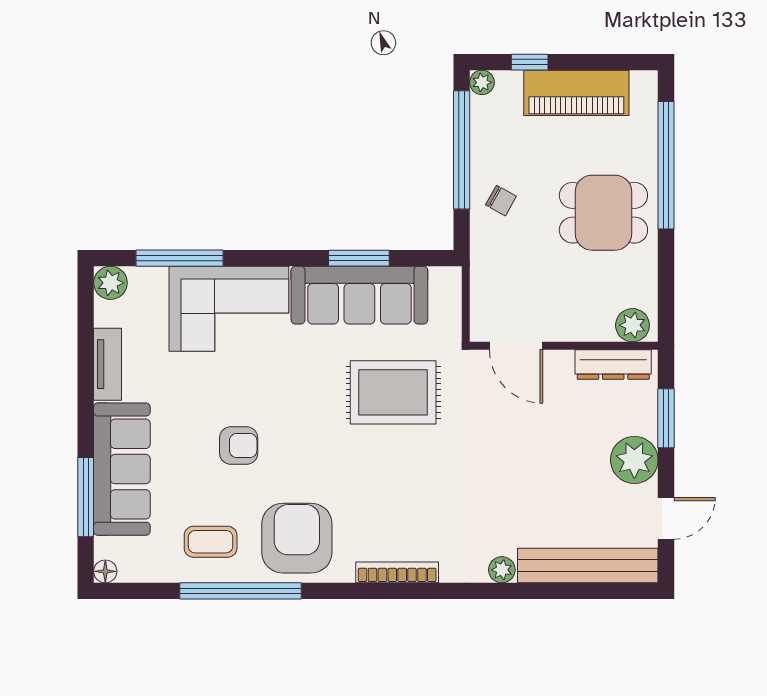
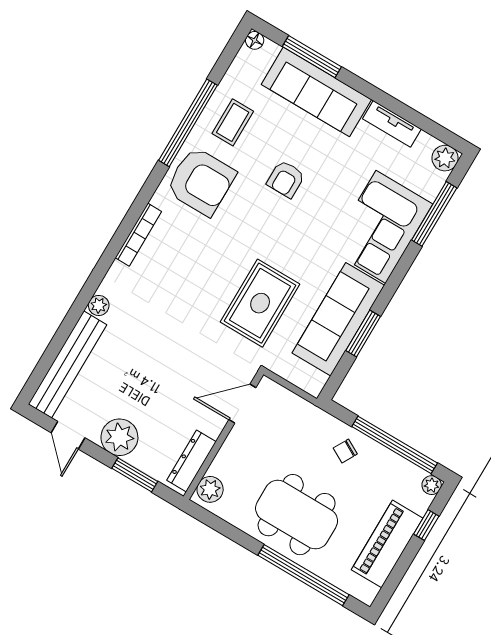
dining table: (603, 213) -> (297, 515), width x1.38

